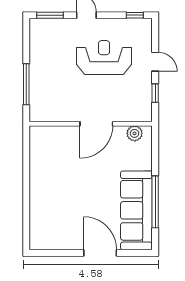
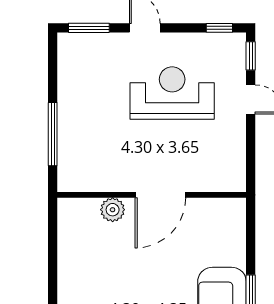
window: (155, 93) -> (251, 56), moved
plant: (135, 133) -> (113, 210), moved

